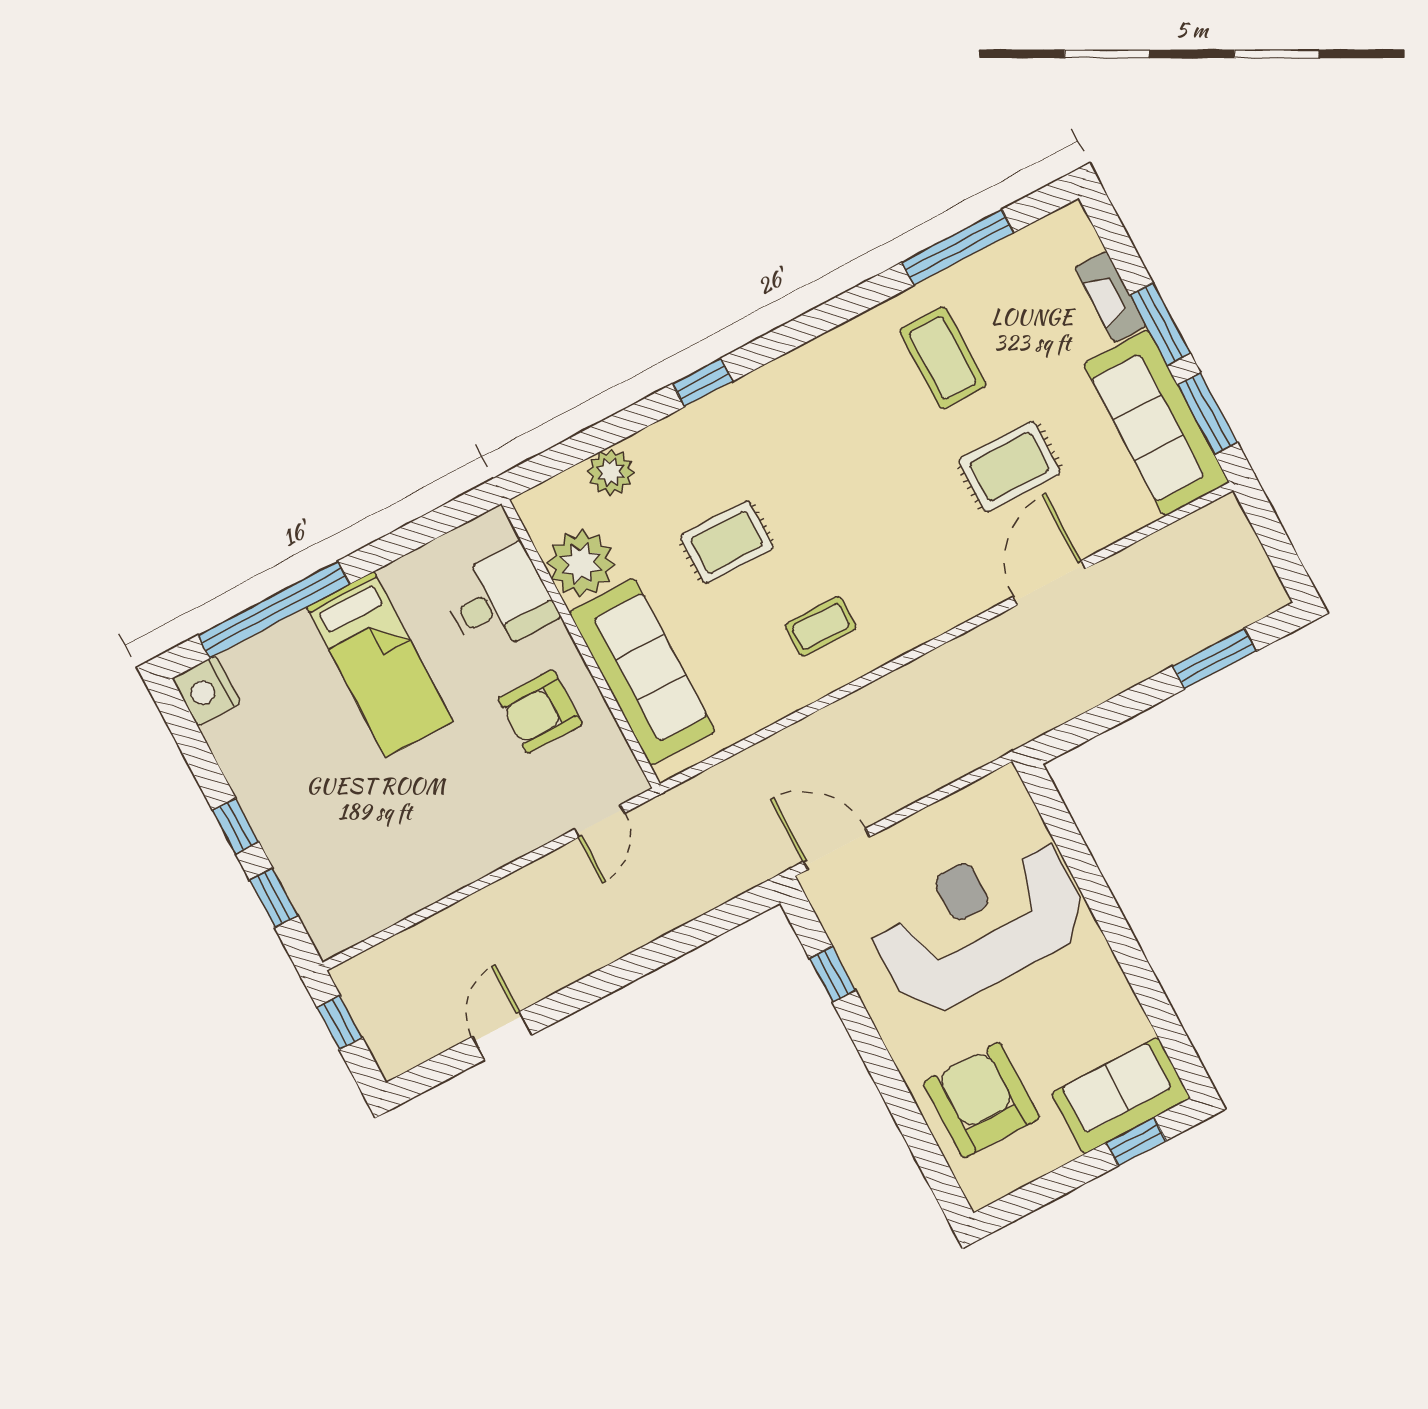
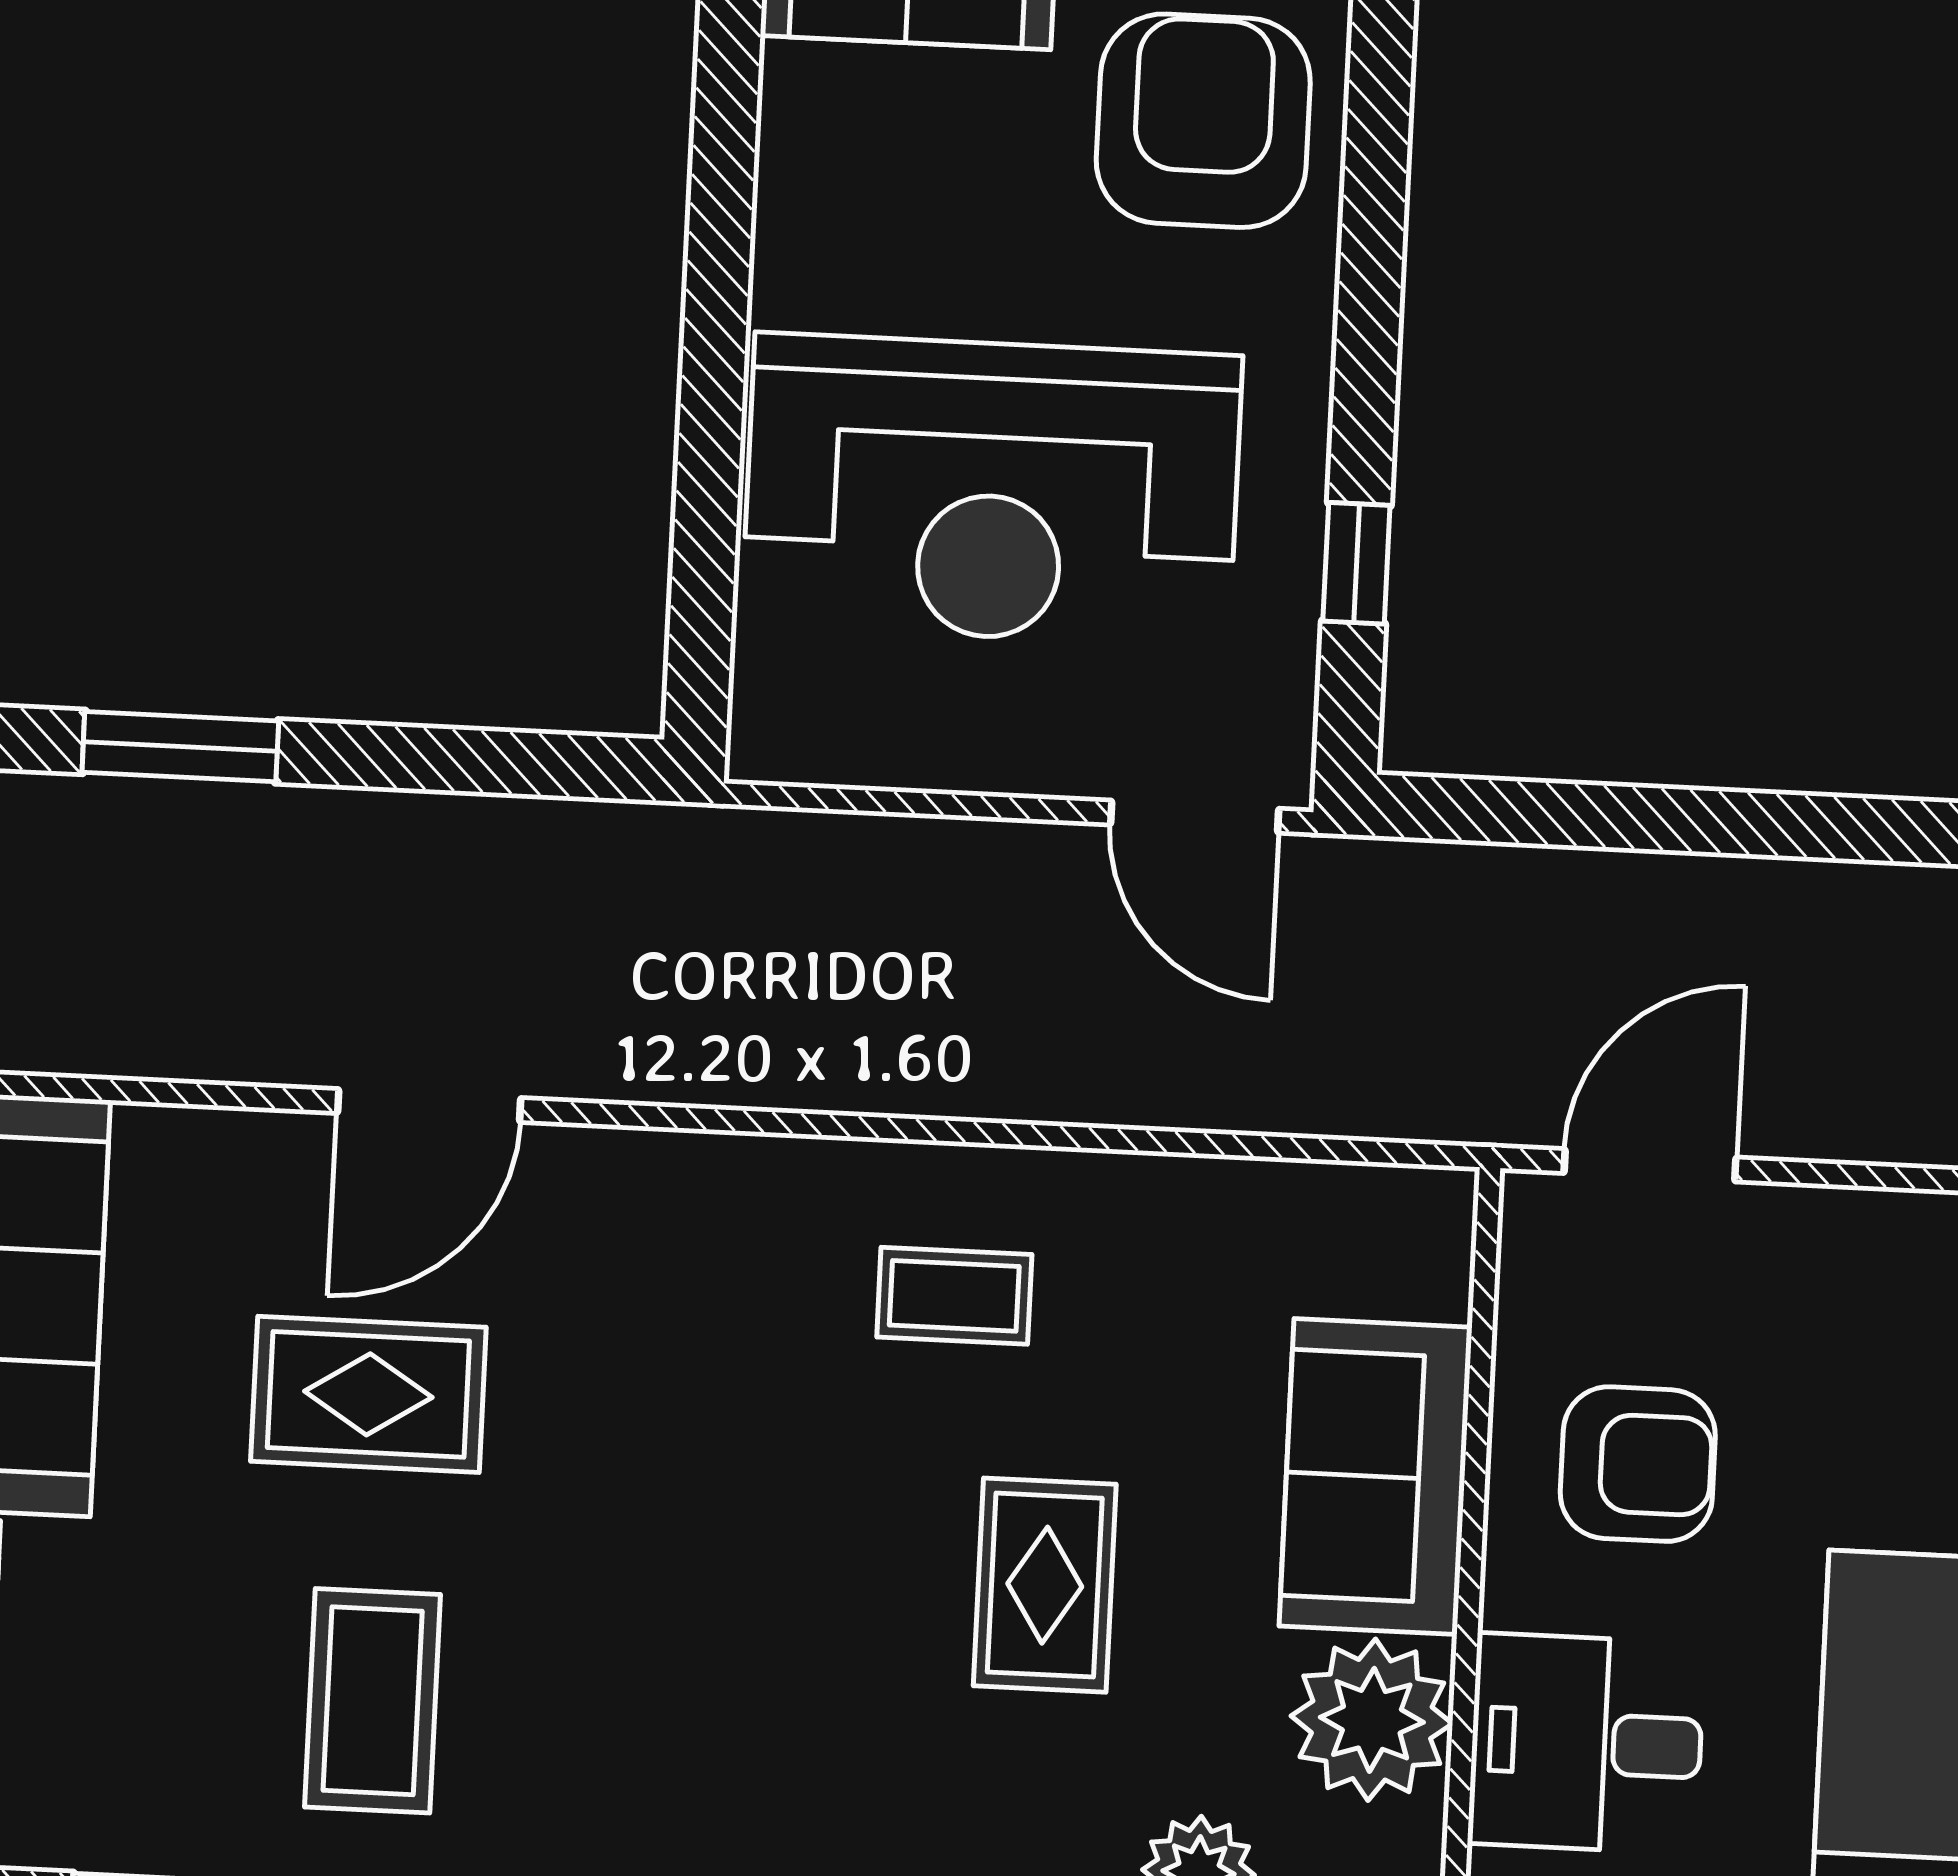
rug: (727, 542) -> (1045, 1585), turned 90
sofa: (642, 672) -> (1376, 1477), width x0.73
door: (599, 821) -> (1650, 1165), width x1.38
armchair: (981, 1100) -> (1203, 121), turned 180

